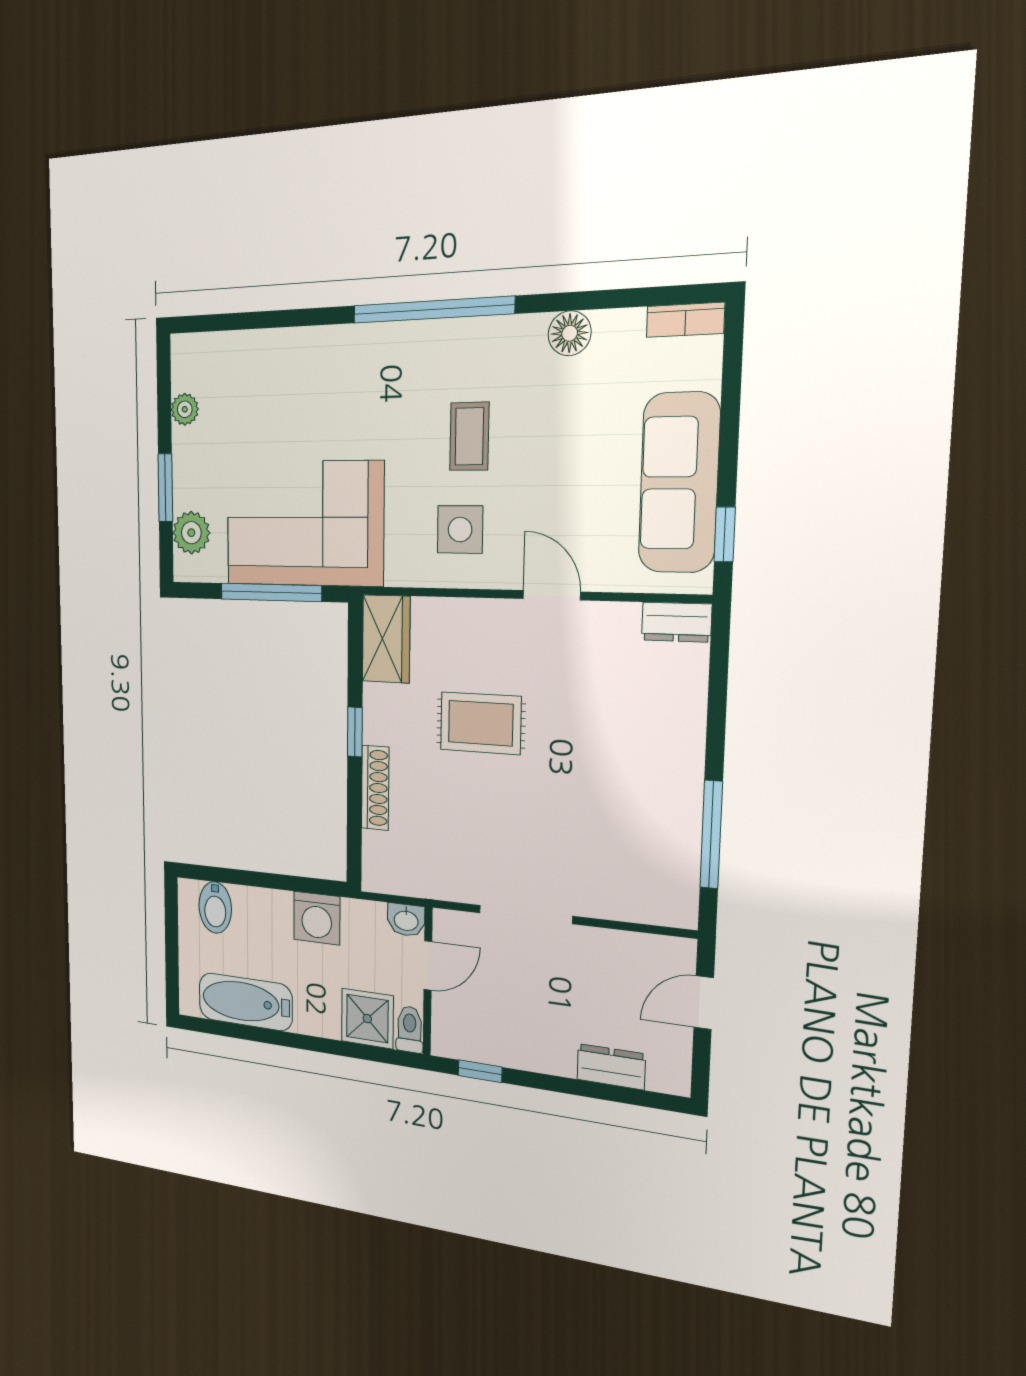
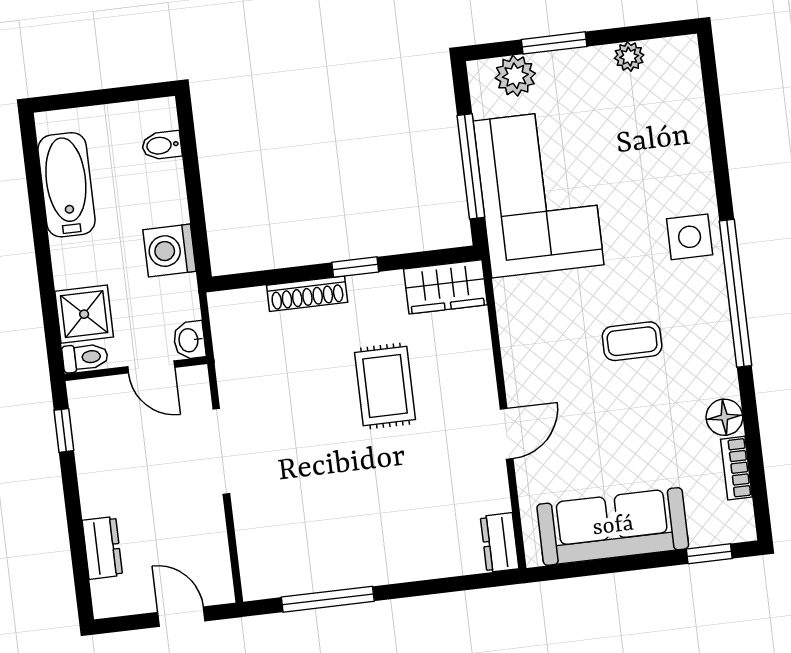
bookcase: (685, 320) -> (736, 468), moved
side table: (460, 530) -> (690, 237), moved
window: (725, 534) -> (709, 554), moved
bidet: (215, 907) -> (162, 145), width x0.72, depth x0.74

